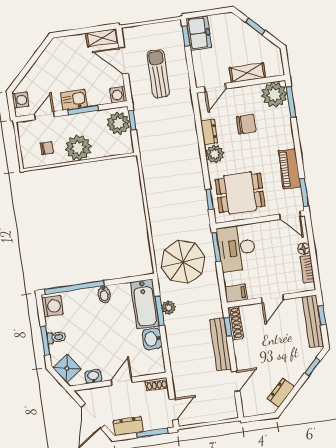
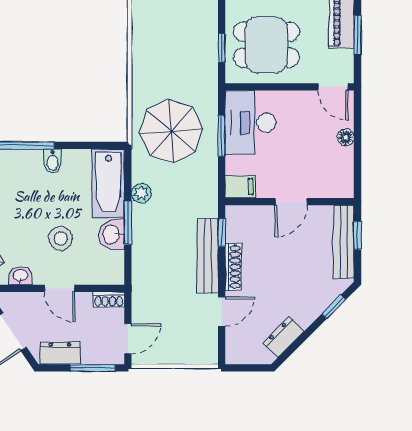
window: (304, 193) -> (358, 35), moved
window: (216, 247) -> (222, 136), moved
bookcase: (307, 269) -> (346, 167), removed
window: (160, 311) -> (128, 223), moved
shoe rack: (235, 323) -> (233, 267), moved
stool: (117, 347) -> (61, 238), added
door: (122, 381) -> (60, 288), swing flipped

